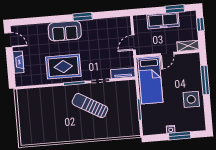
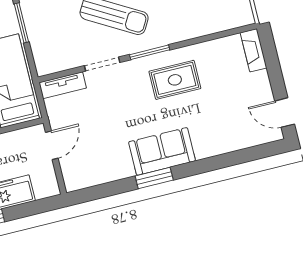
sofa: (65, 31) -> (162, 151), moved
fireplace: (18, 62) -> (254, 50), moved
rug: (63, 67) -> (175, 80), width x0.73, depth x0.70

